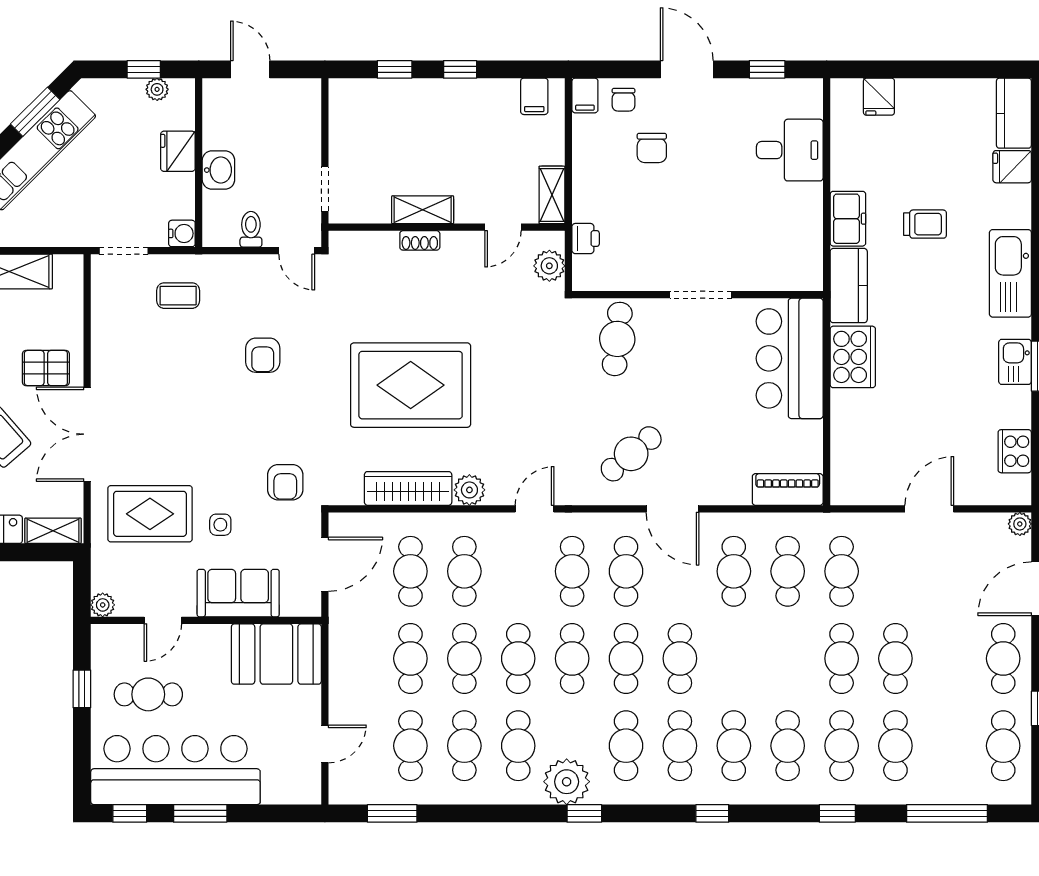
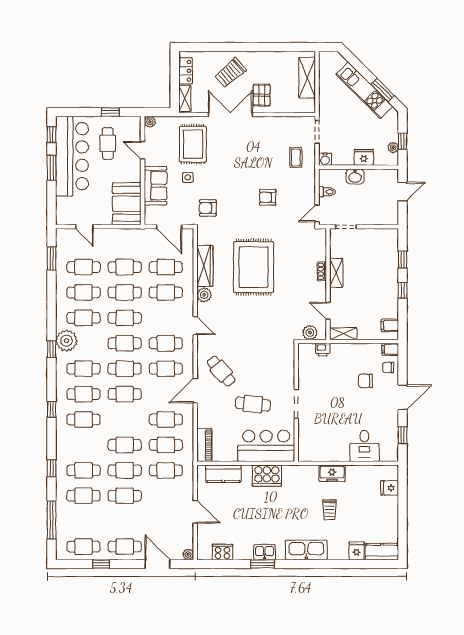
kitchen counter: (849, 286) -> (223, 474), moved
cafe table: (617, 339) -> (253, 404), moved
cafe table: (788, 746) -> (125, 445), moved

